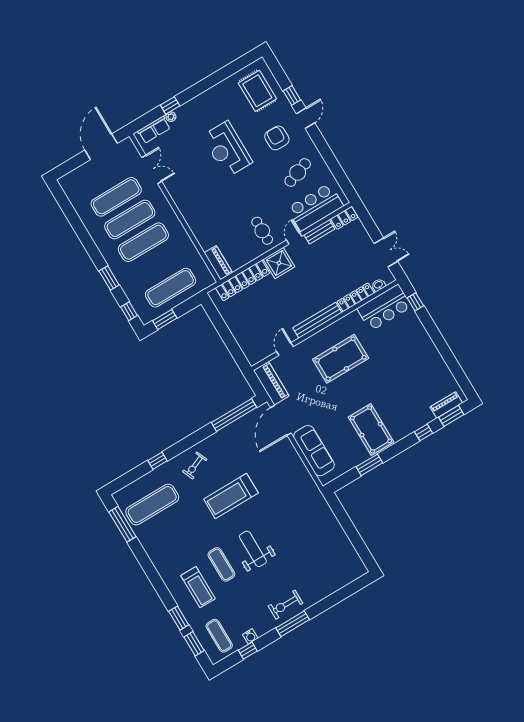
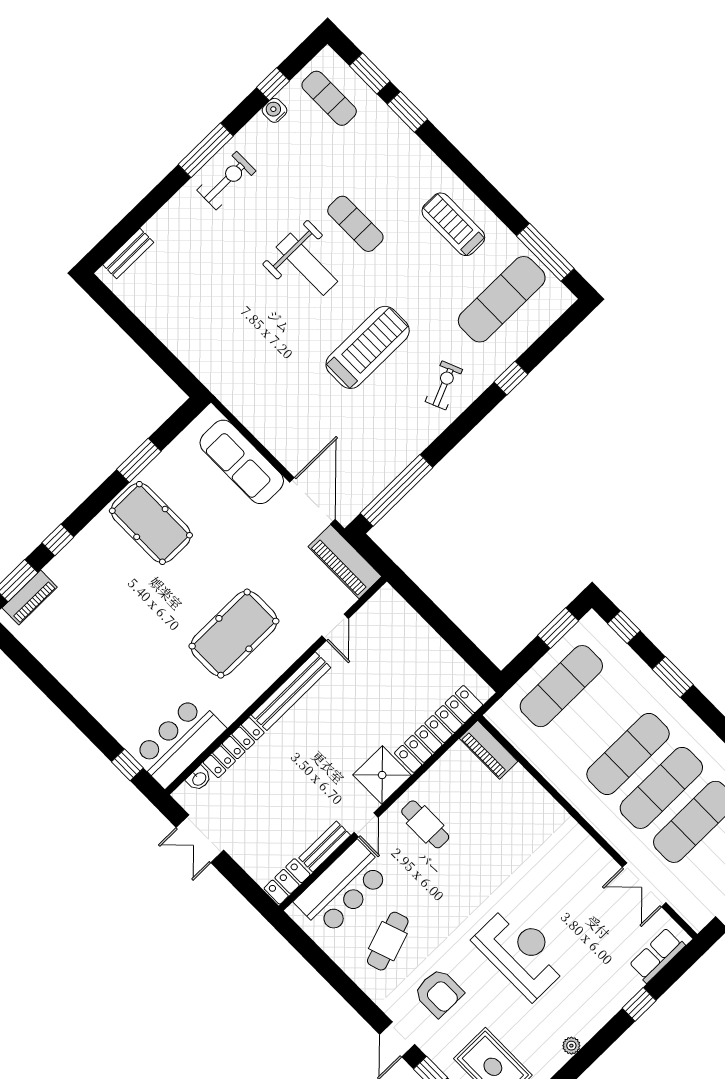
plant: (171, 117) -> (571, 1046), moved
bench: (348, 578) -> (128, 254), added
treadmill: (198, 587) -> (453, 224), moved

